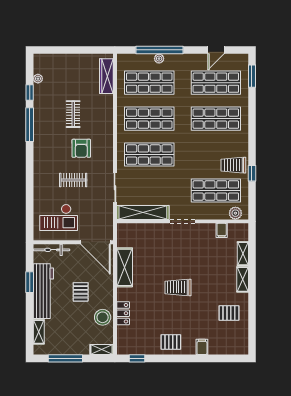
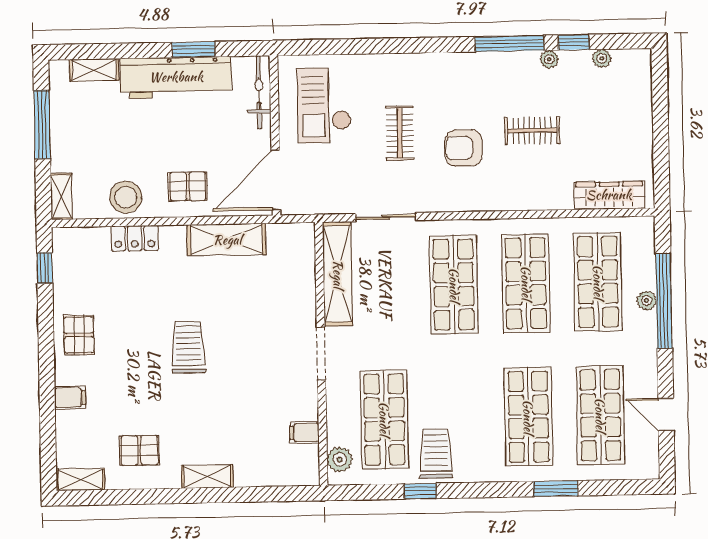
window: (252, 76) -> (556, 489), moved
plant: (38, 105) -> (549, 59), added
shelving: (243, 254) -> (80, 479), moved
pallet: (81, 292) -> (188, 186), moved
pallet: (229, 313) -> (139, 450), turned 90

